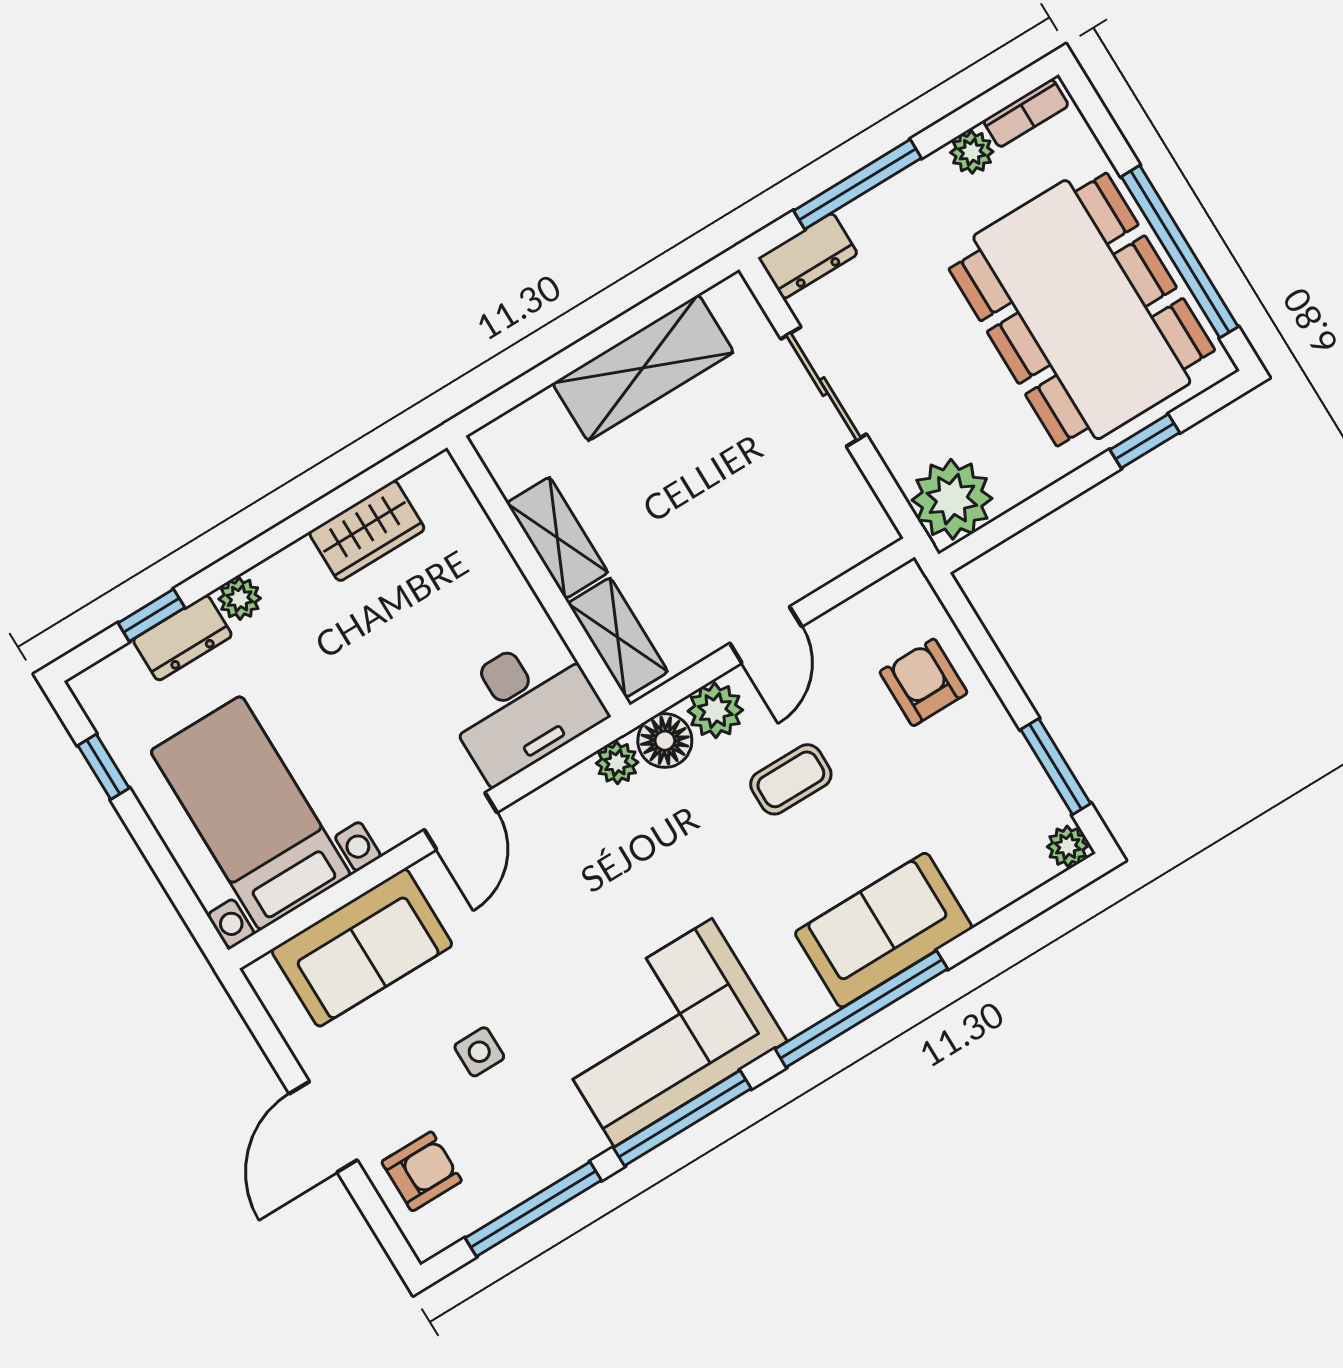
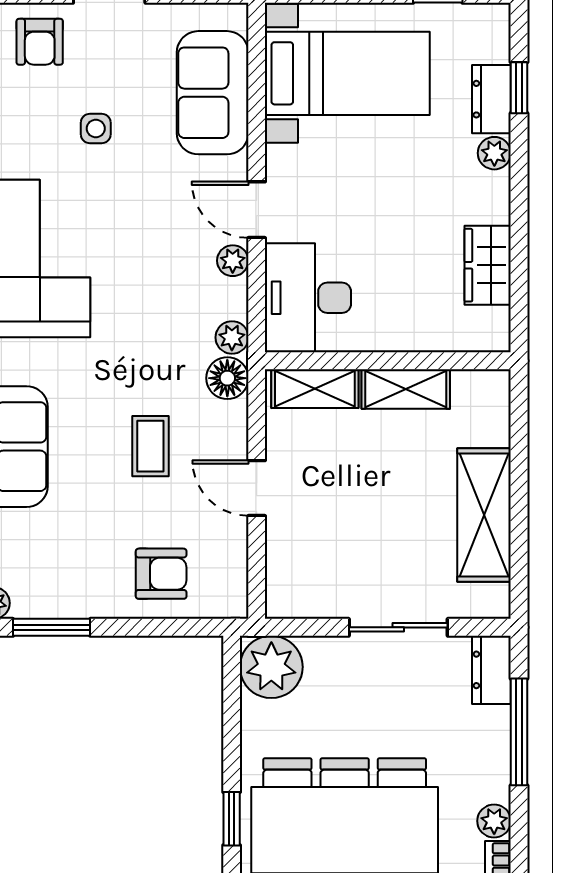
plant: (715, 710) -> (233, 261), moved, width x0.73, depth x0.73

